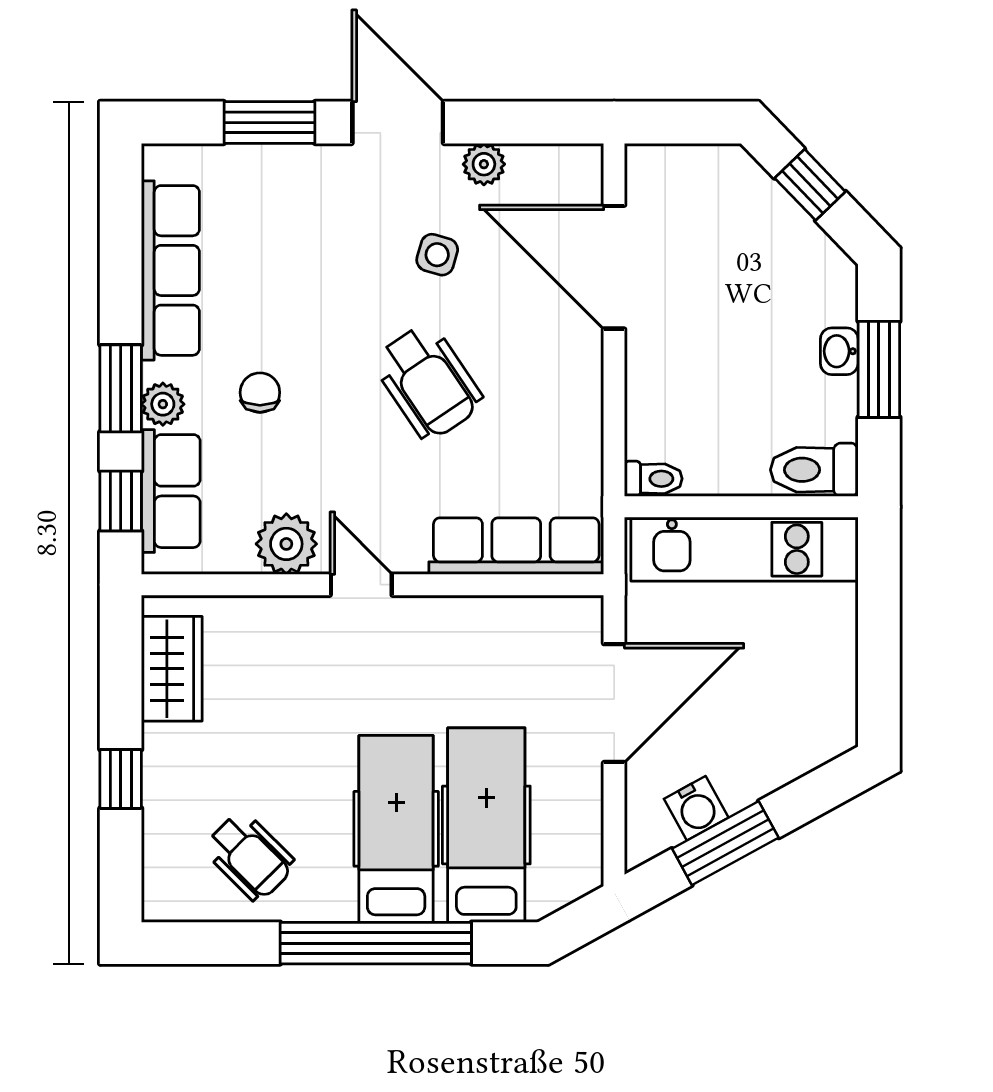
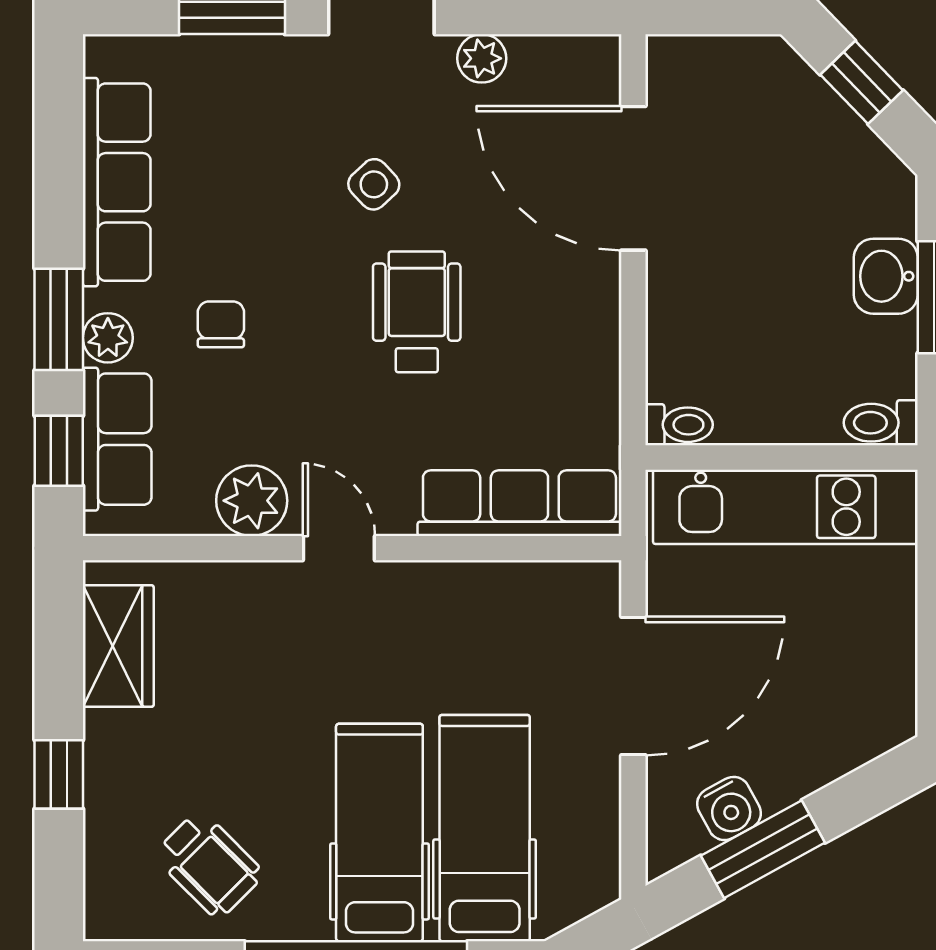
side table: (437, 255) -> (374, 184), moved, turned 31
washbasin: (839, 351) -> (886, 276), width x1.38, depth x1.45
wheelchair: (428, 382) -> (417, 312), turned -146
toilet: (814, 470) -> (881, 423), width x0.73, depth x0.72

